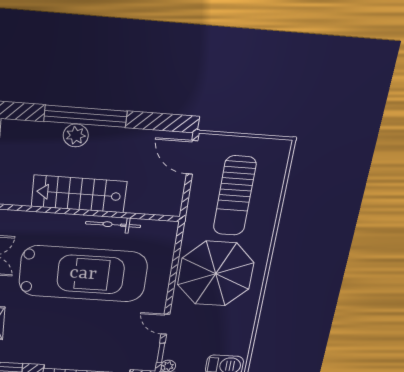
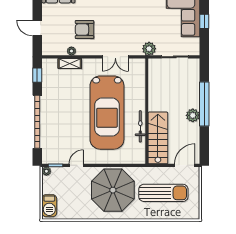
plant: (76, 135) -> (193, 115), moved
stairs: (79, 194) -> (158, 138), moved
sun lounger: (235, 196) -> (163, 193), turned 180

